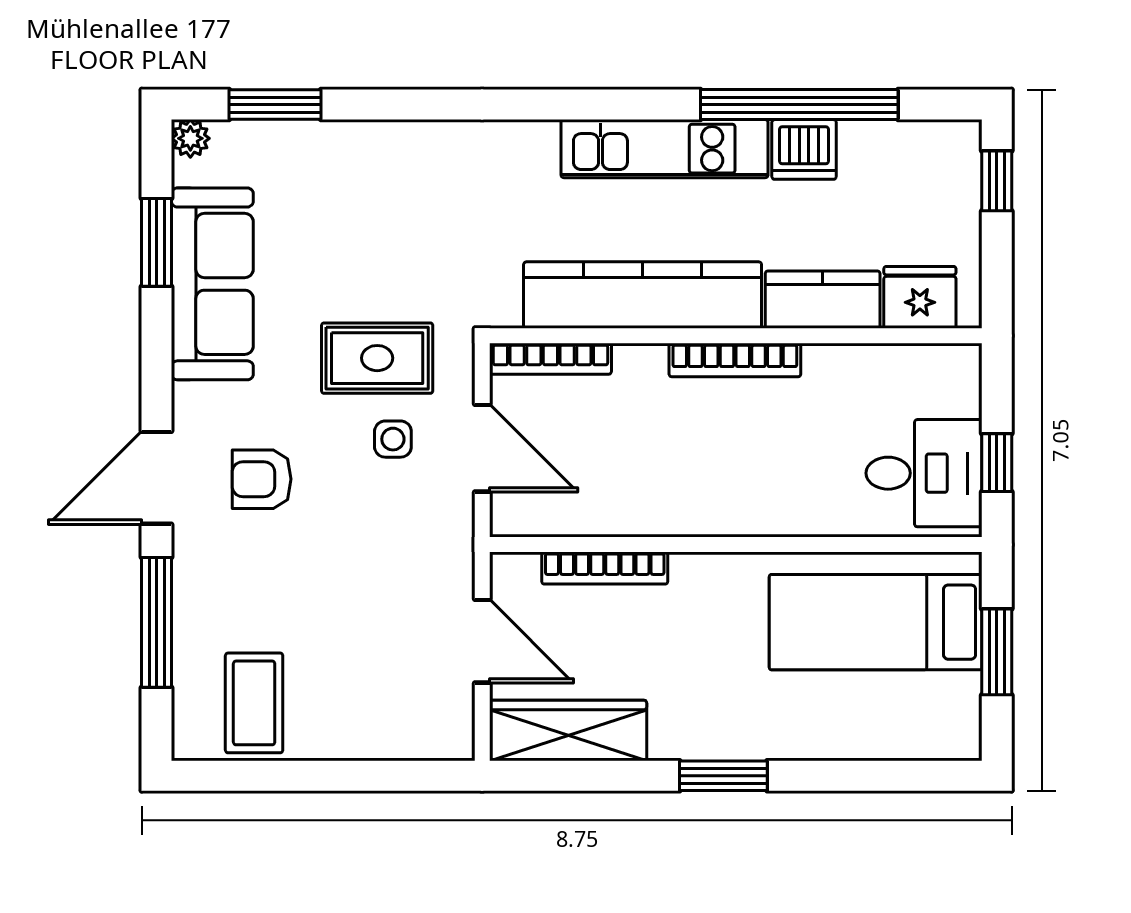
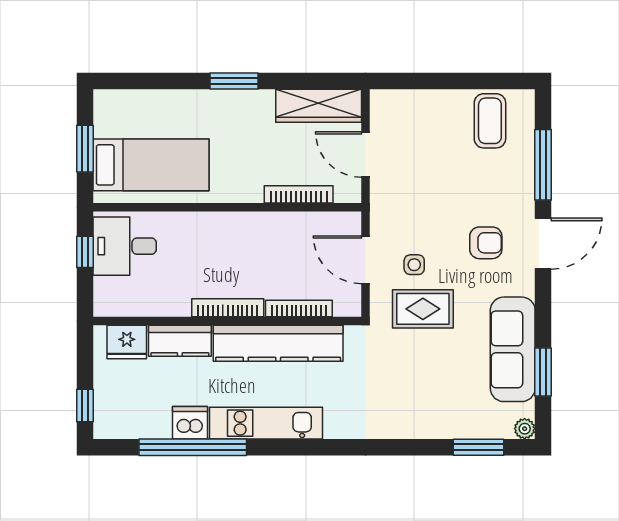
bookcase: (550, 359) -> (299, 309), moved

